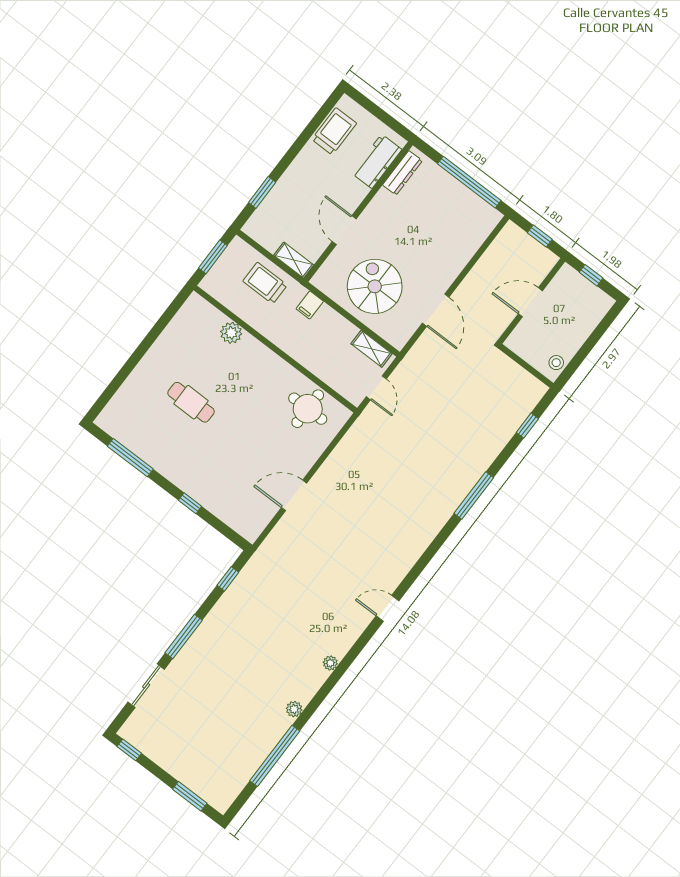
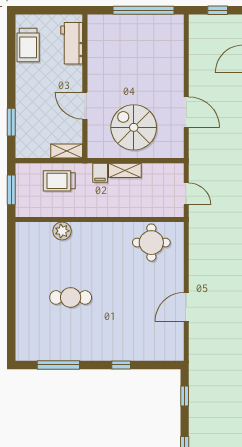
trolley: (334, 131) -> (28, 45), turned 180
dresser: (402, 173) -> (94, 38), removed
shelving: (372, 349) -> (125, 170), moved

